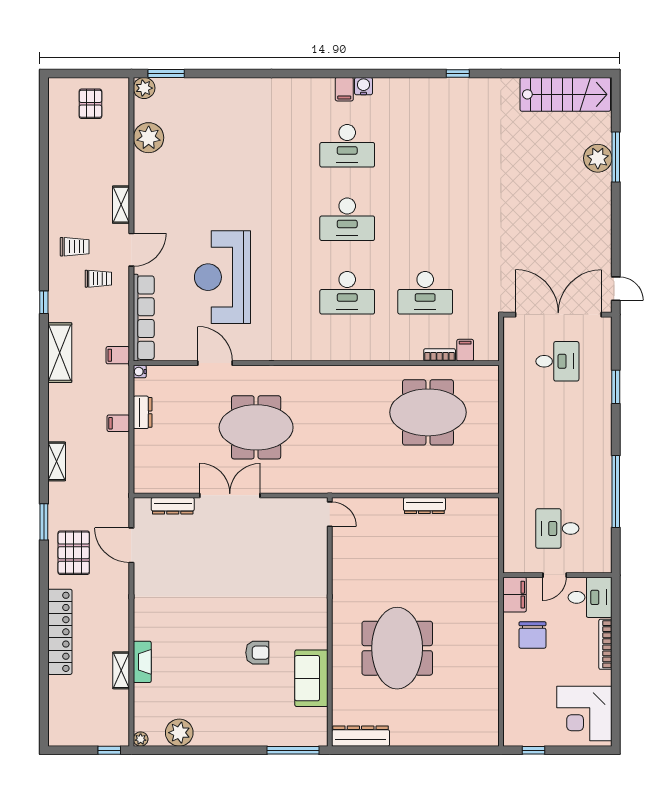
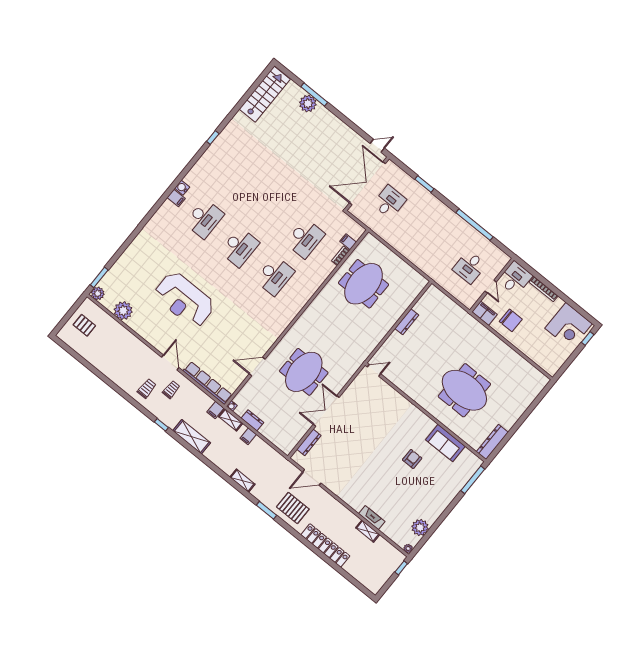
shelving: (121, 205) -> (231, 420), moved
reception desk: (222, 277) -> (184, 300), moved
window: (533, 750) -> (588, 339), moved

